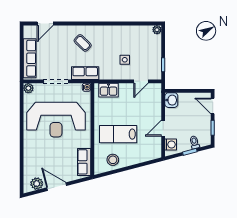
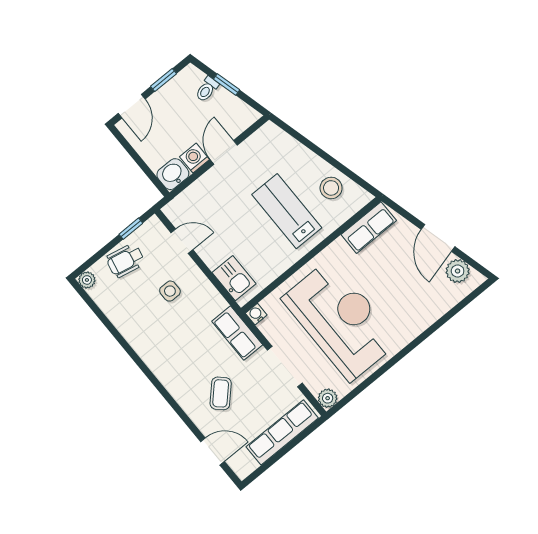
coffee table: (83, 43) -> (221, 393), moved
wheelchair: (152, 52) -> (125, 260), added
door: (163, 128) -> (224, 152), swing flipped
lab bench: (118, 134) -> (287, 211), turned 180
washing machine: (171, 144) -> (195, 158), moved

